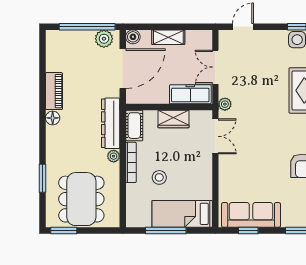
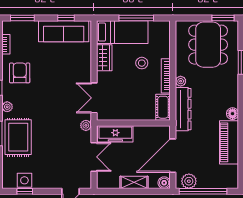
piano: (54, 91) -> (229, 142), width x1.37, depth x1.33
wardrobe: (173, 119) -> (104, 58), moved, turned 90

